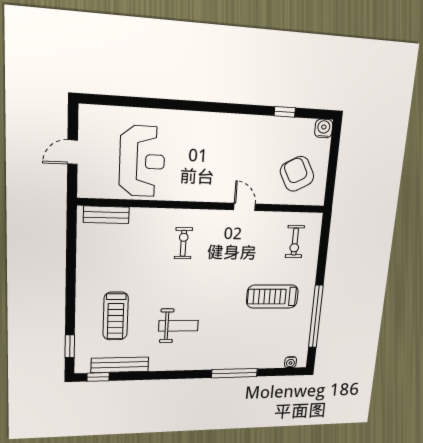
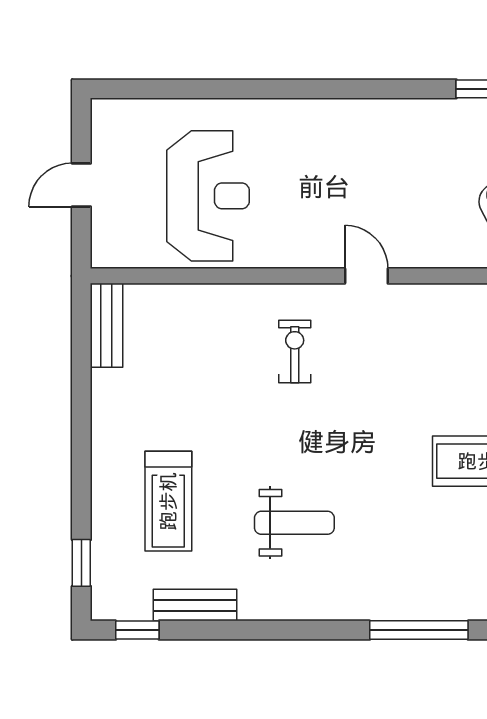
door: (245, 207) -> (366, 276), moved
bench: (106, 215) -> (106, 325), moved, turned 90
bench: (120, 365) -> (195, 605), width x0.73

